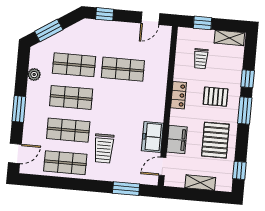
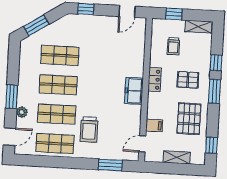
shop shelf: (123, 69) -> (104, 58), removed
plant: (34, 75) -> (22, 112), moved
freezer: (152, 137) -> (134, 91), moved
filing cabinet: (177, 140) -> (154, 125), width x0.50

